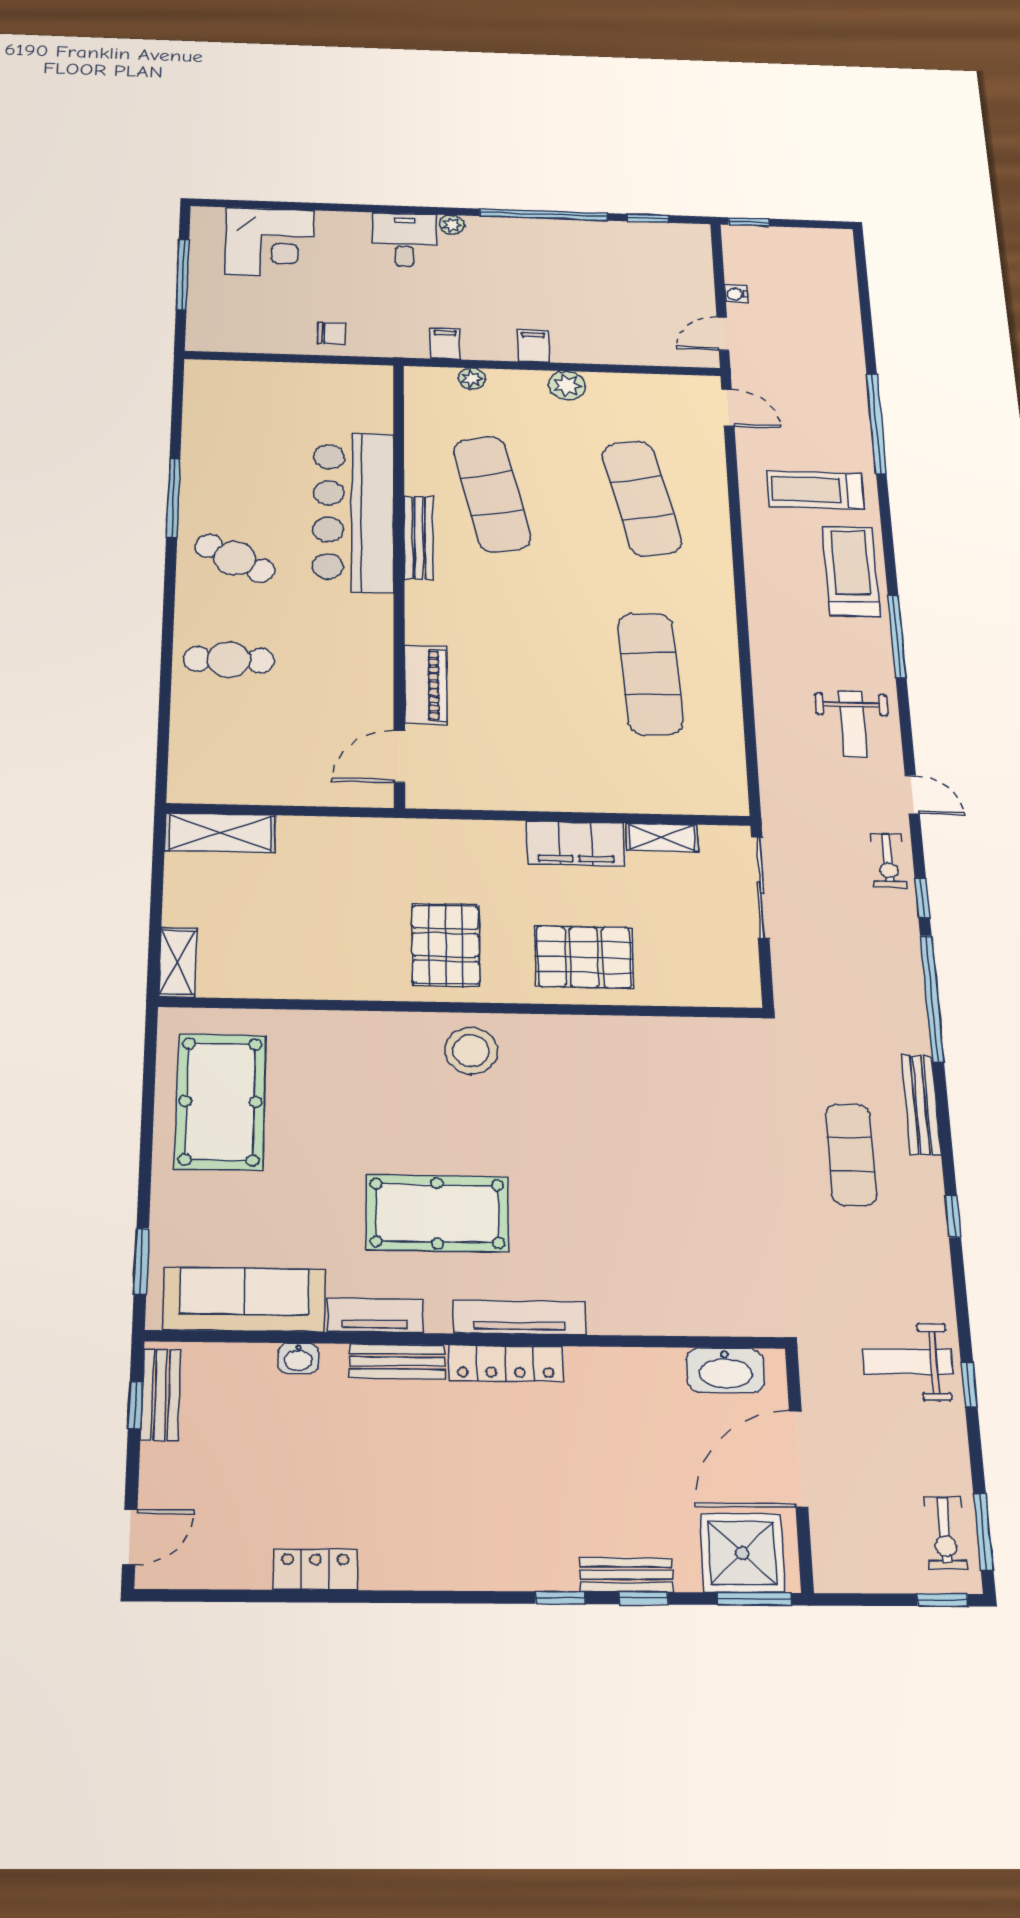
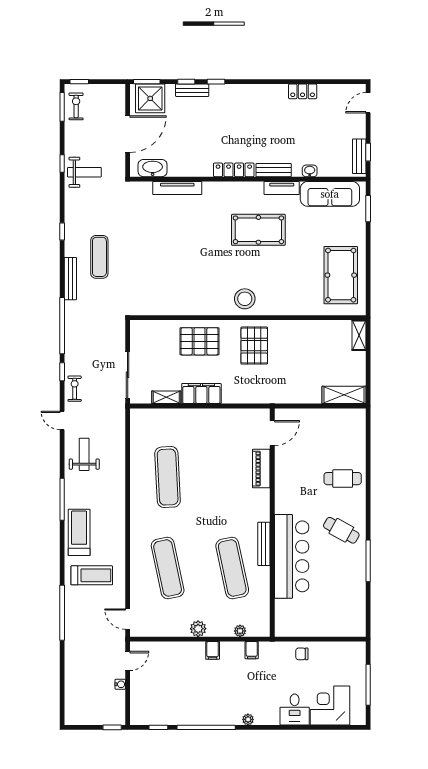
desk: (405, 240) -> (295, 709), moved
treadmill: (851, 571) -> (79, 532), turned 180
tv unit: (520, 1318) -> (177, 188), moved

